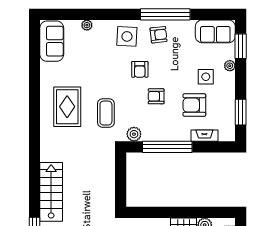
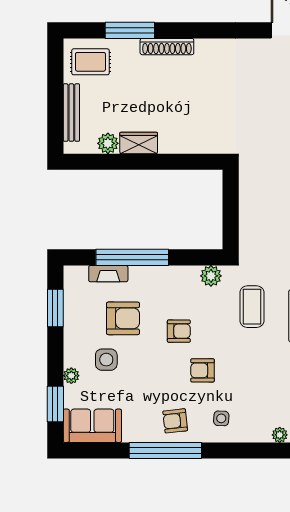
side table: (127, 36) -> (221, 418), width x0.54, depth x0.54
armchair: (140, 69) -> (203, 370), turned -90
window: (167, 147) -> (132, 257), moved

